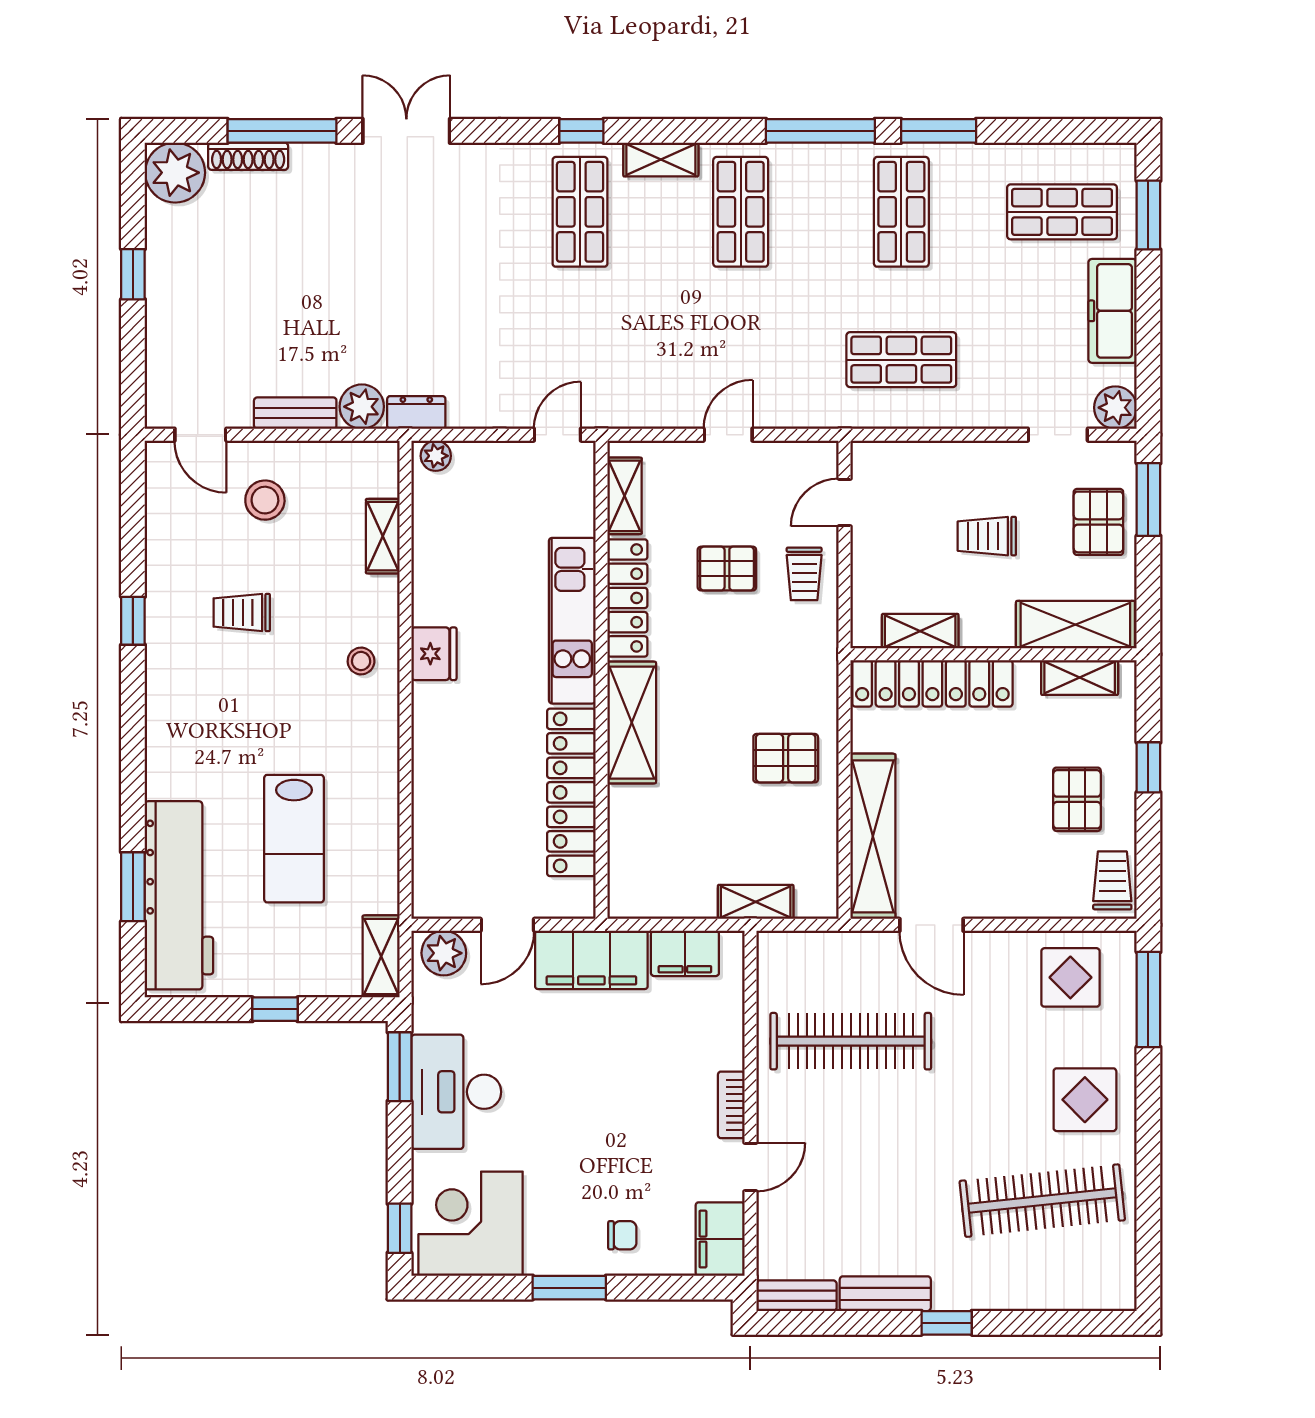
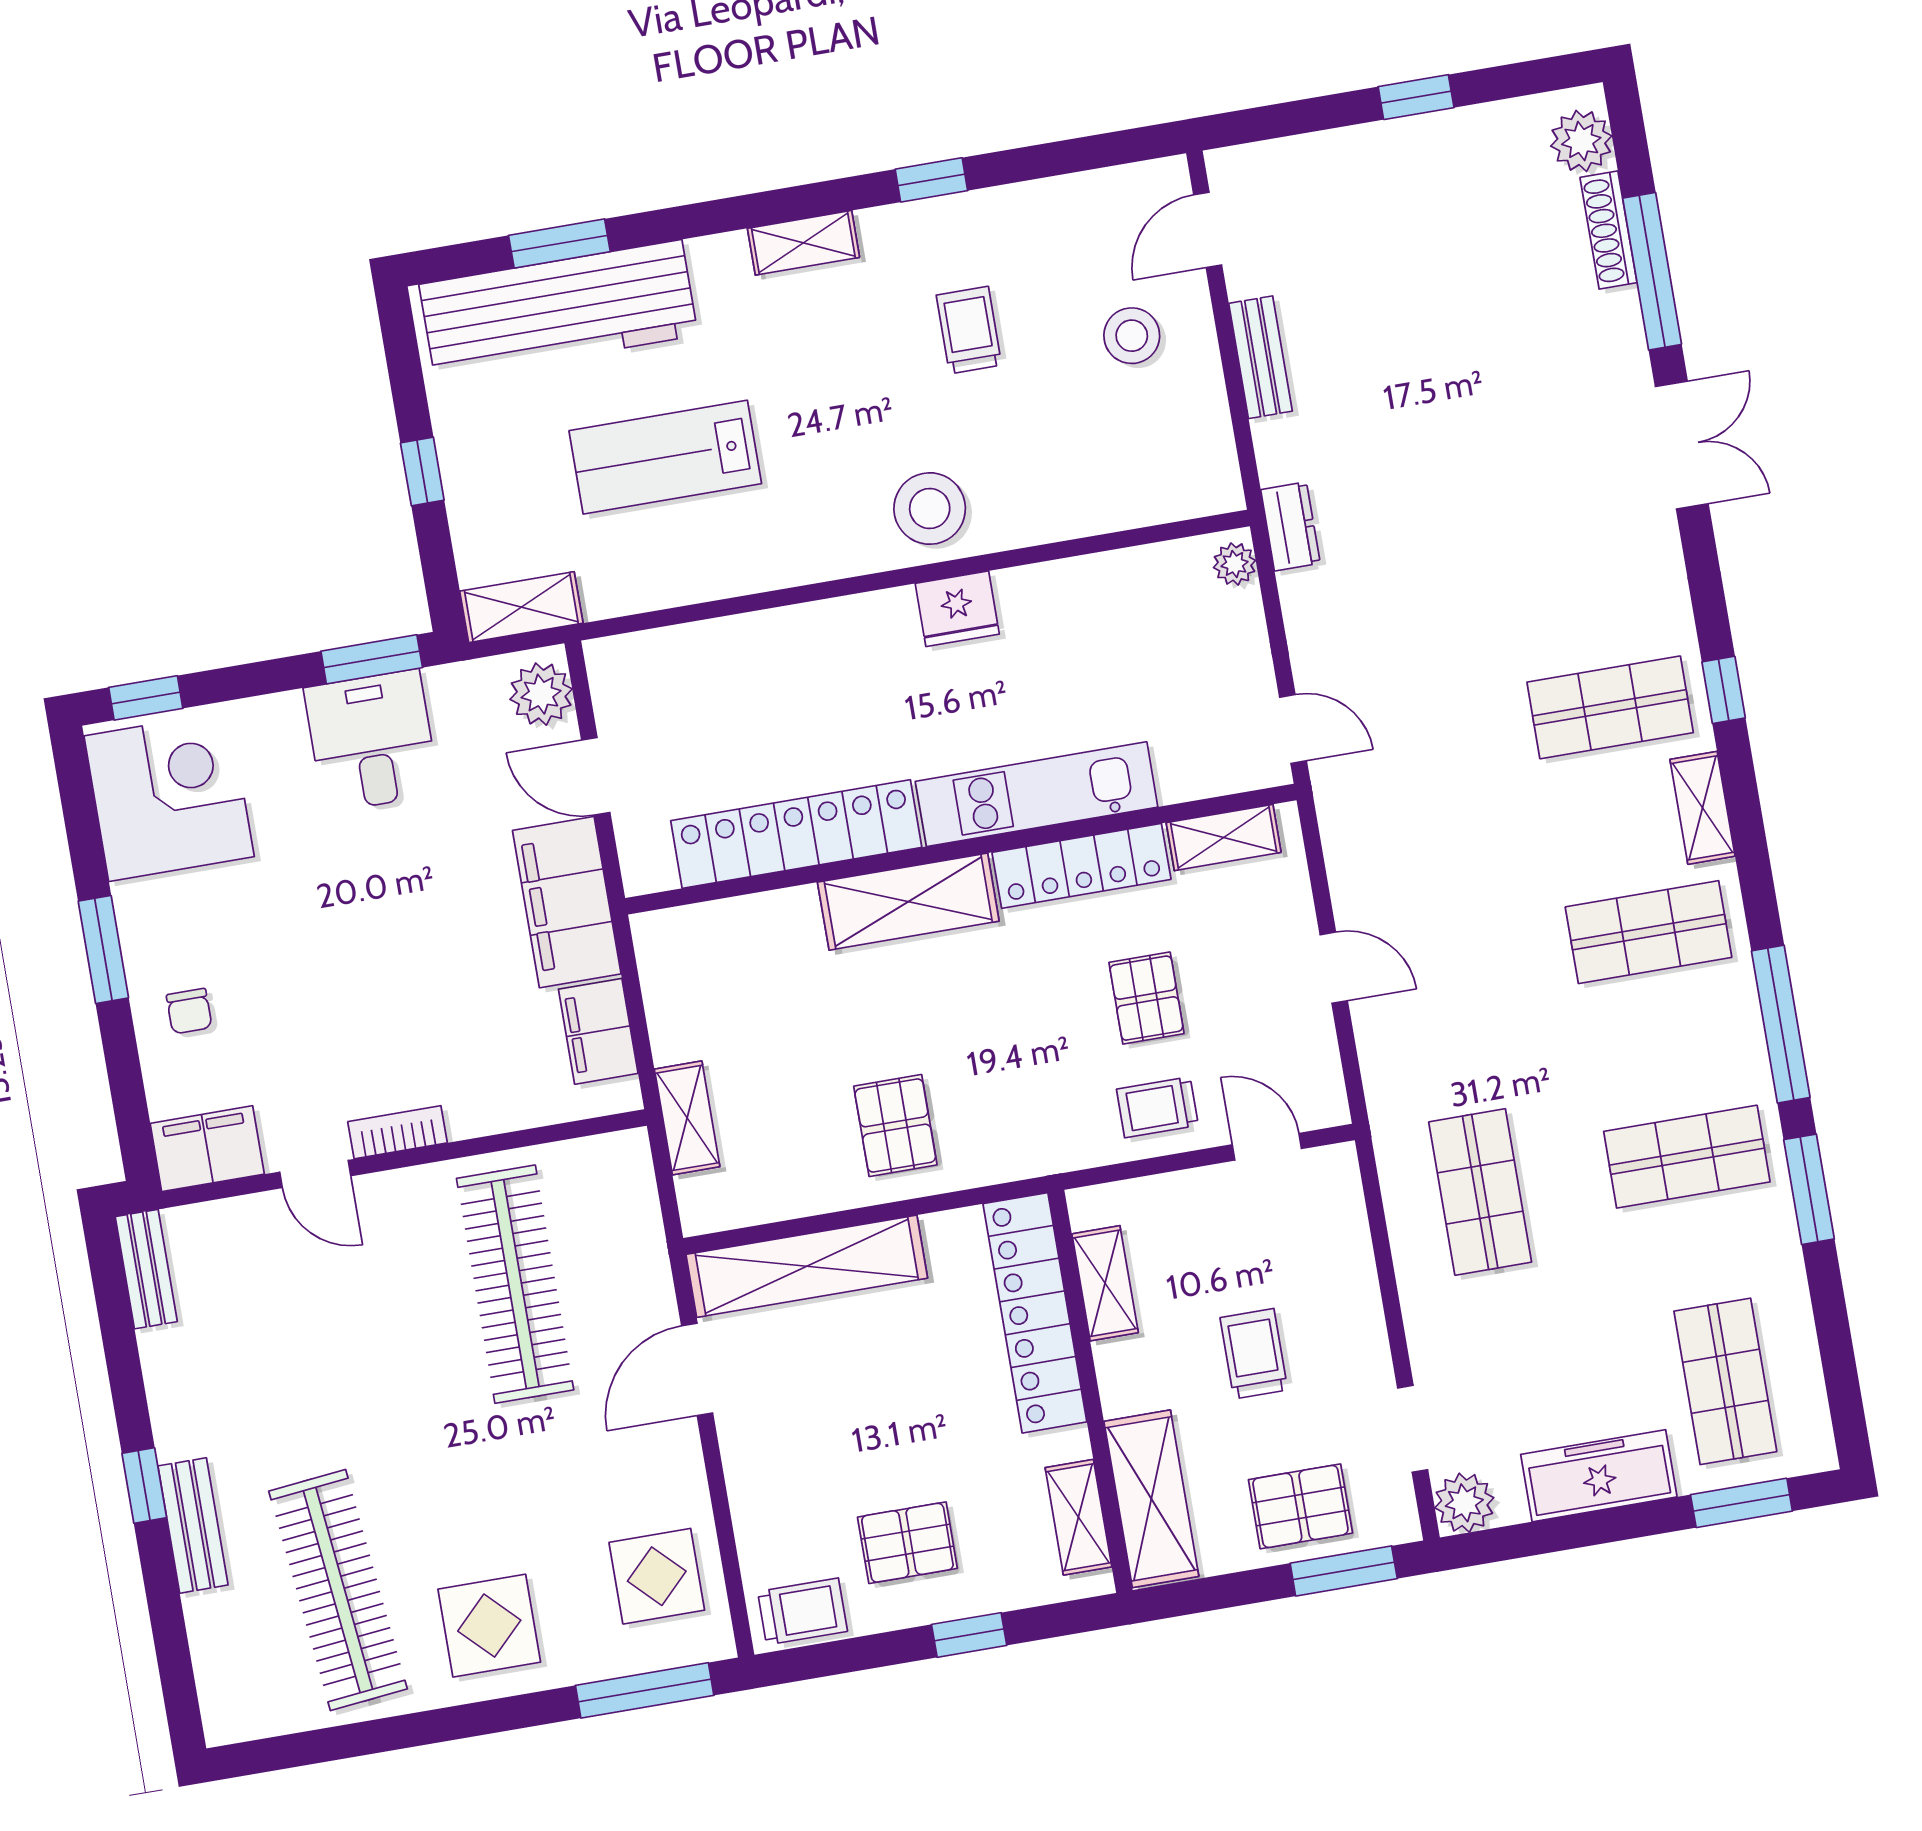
plant: (175, 173) -> (1581, 141), width x0.73, depth x0.73
plant: (362, 407) -> (1286, 449), removed
shelving: (383, 536) -> (803, 243), moved
stool: (361, 661) -> (930, 509), width x1.89, depth x1.89
desk: (456, 1092) -> (372, 741), width x0.73
bench: (885, 1294) -> (193, 1525), moved

